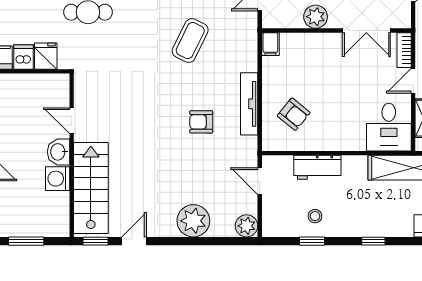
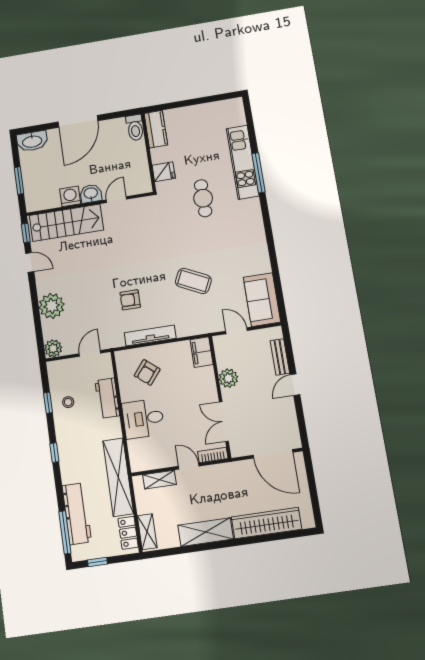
filing cabinet: (270, 44) -> (202, 352), width x2.00
dishwasher: (23, 57) -> (160, 155), removed
armchair: (201, 122) -> (130, 300), turned -90
desk: (389, 127) -> (143, 419), moved

